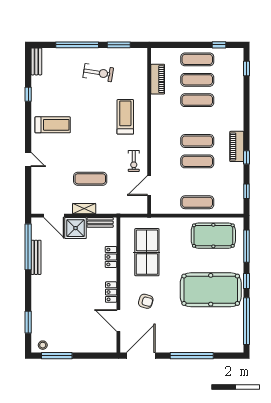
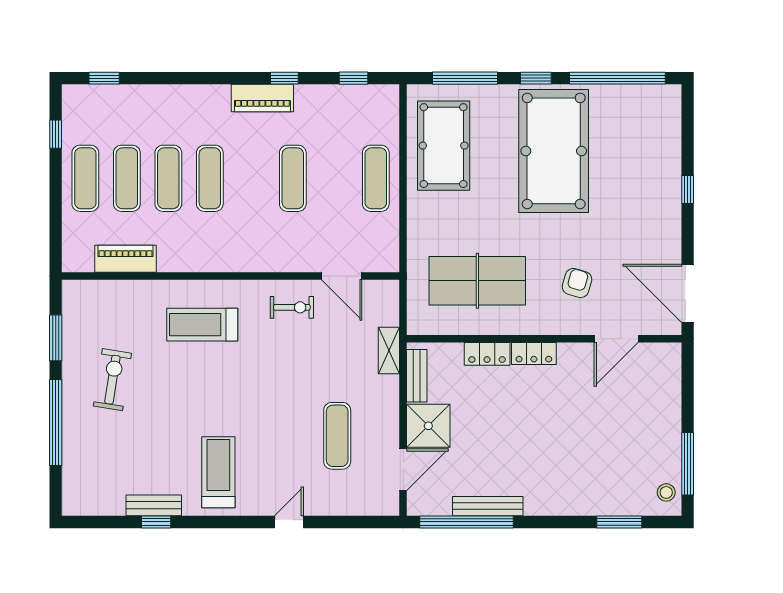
bench: (36, 61) -> (154, 505), moved
exercise mat: (197, 141) -> (210, 178), moved
exercise mat: (90, 179) -> (337, 436), moved
shelving: (84, 209) -> (389, 350), moved
locker: (111, 292) -> (534, 354), moved
window: (192, 356) -> (688, 189), width x0.32

